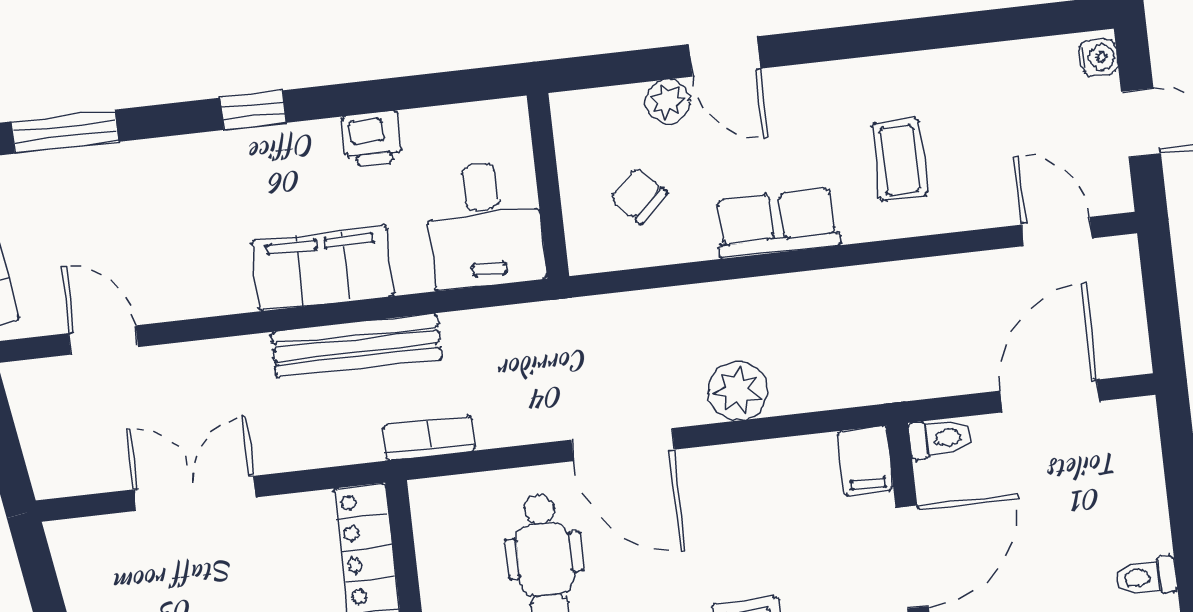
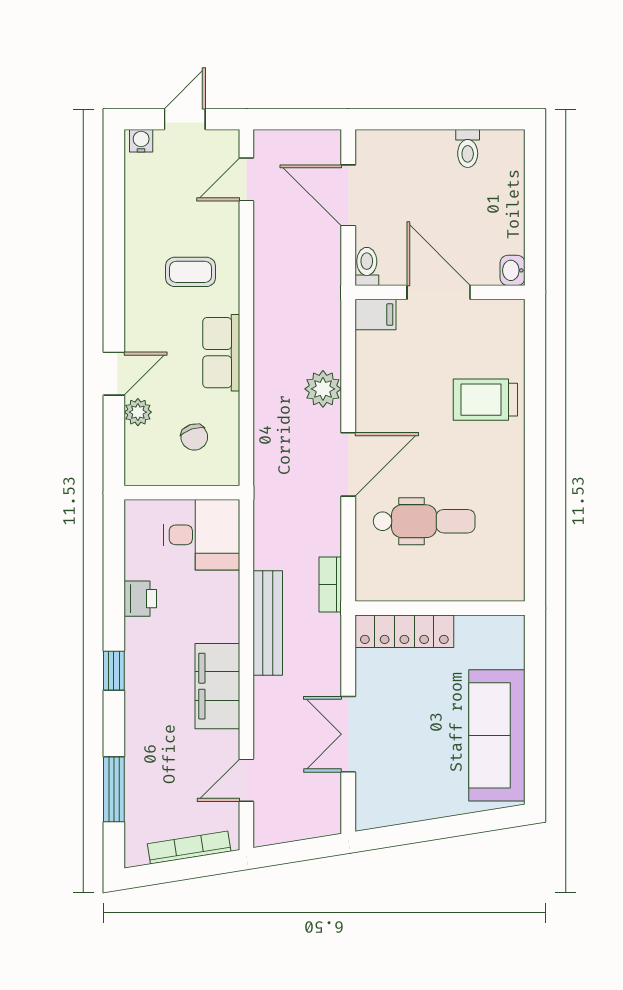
chair: (638, 195) -> (194, 437), turned -64
filing cabinet: (323, 269) -> (217, 686), moved

